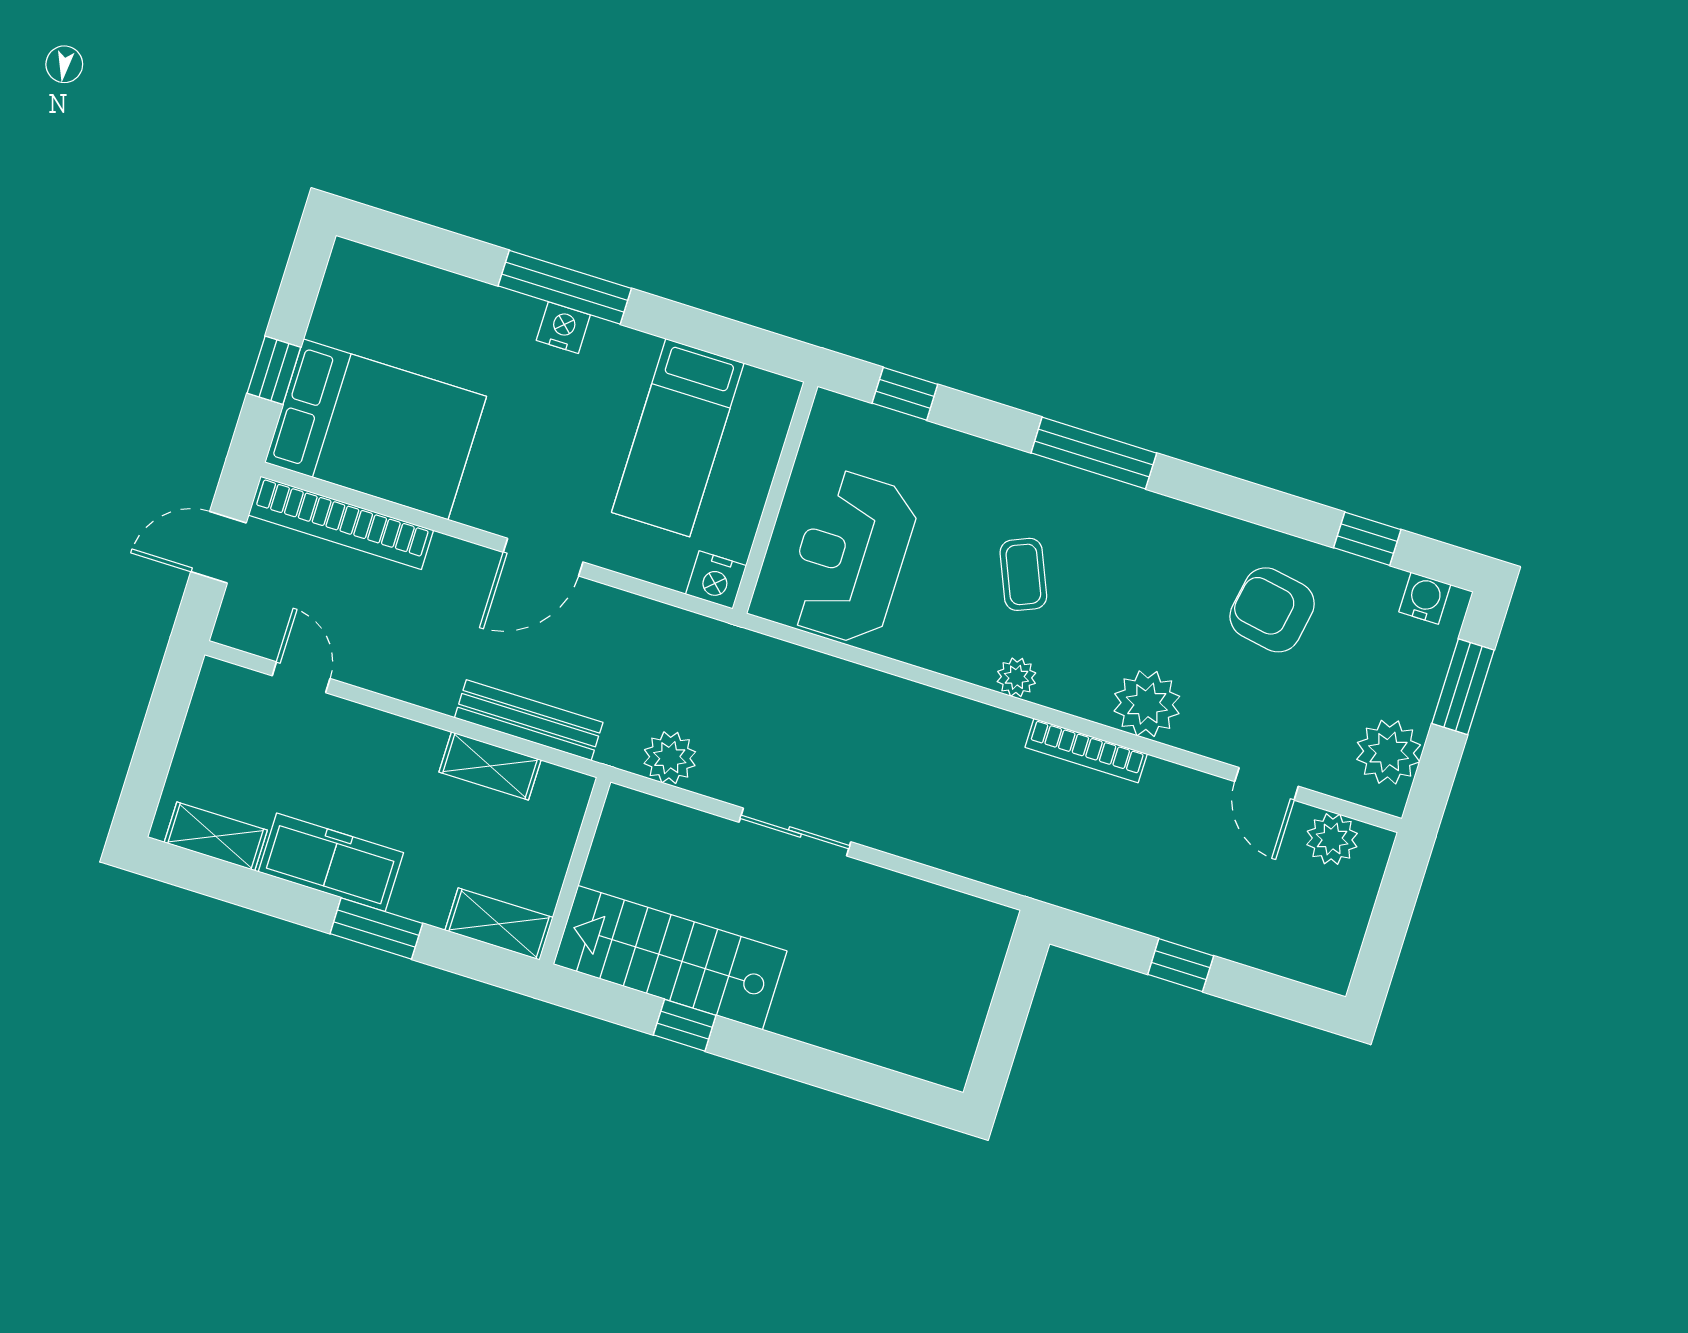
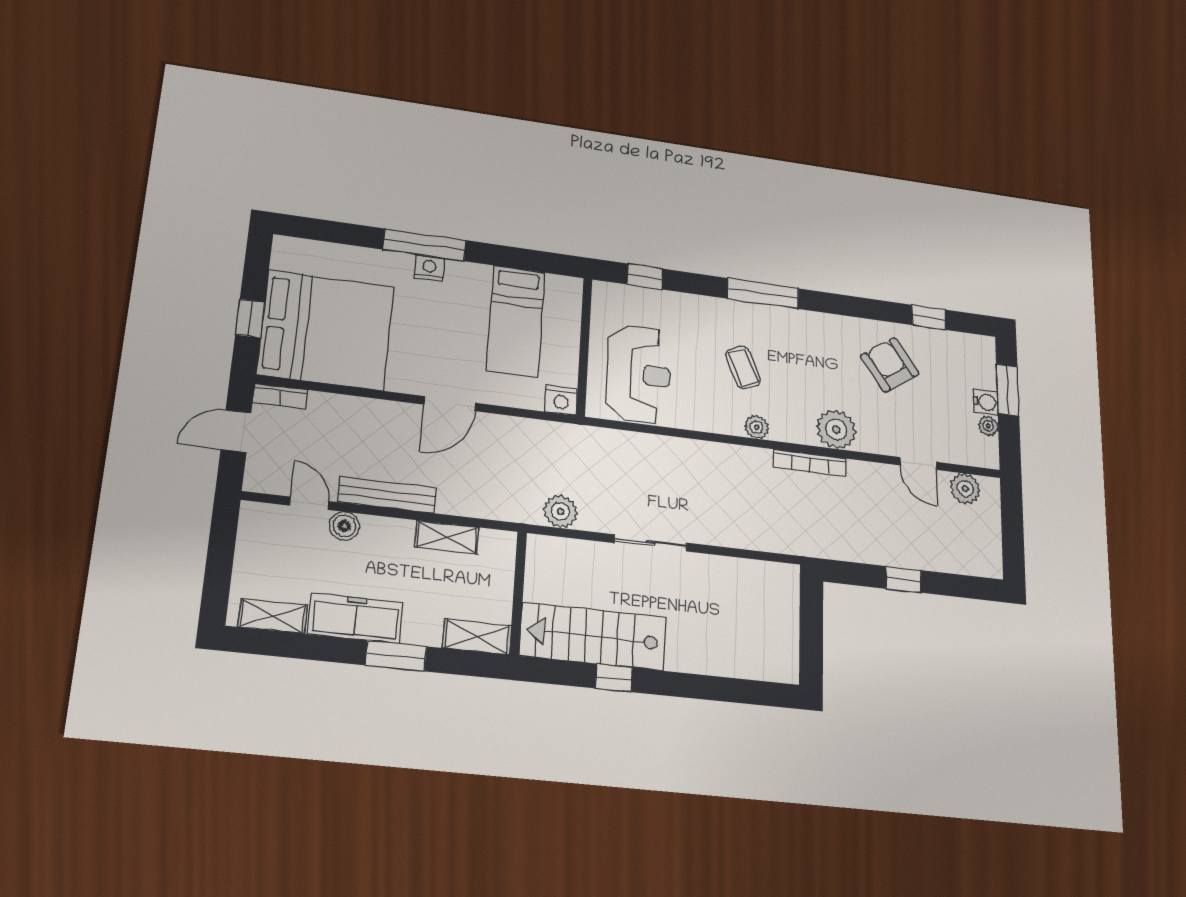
bed: (376, 429) -> (326, 330), width x1.36
bookcase: (341, 523) -> (280, 396), width x0.43, depth x0.76
reception desk: (851, 557) -> (639, 374), turned 180
water cooler: (1425, 598) -> (986, 402), moved, turned 90
armchair: (1272, 610) -> (890, 365), turned 45
bench: (529, 720) -> (387, 495), moved
boiler: (344, 721) -> (344, 526), added
plant: (1389, 752) -> (988, 426), width x0.53, depth x0.53

